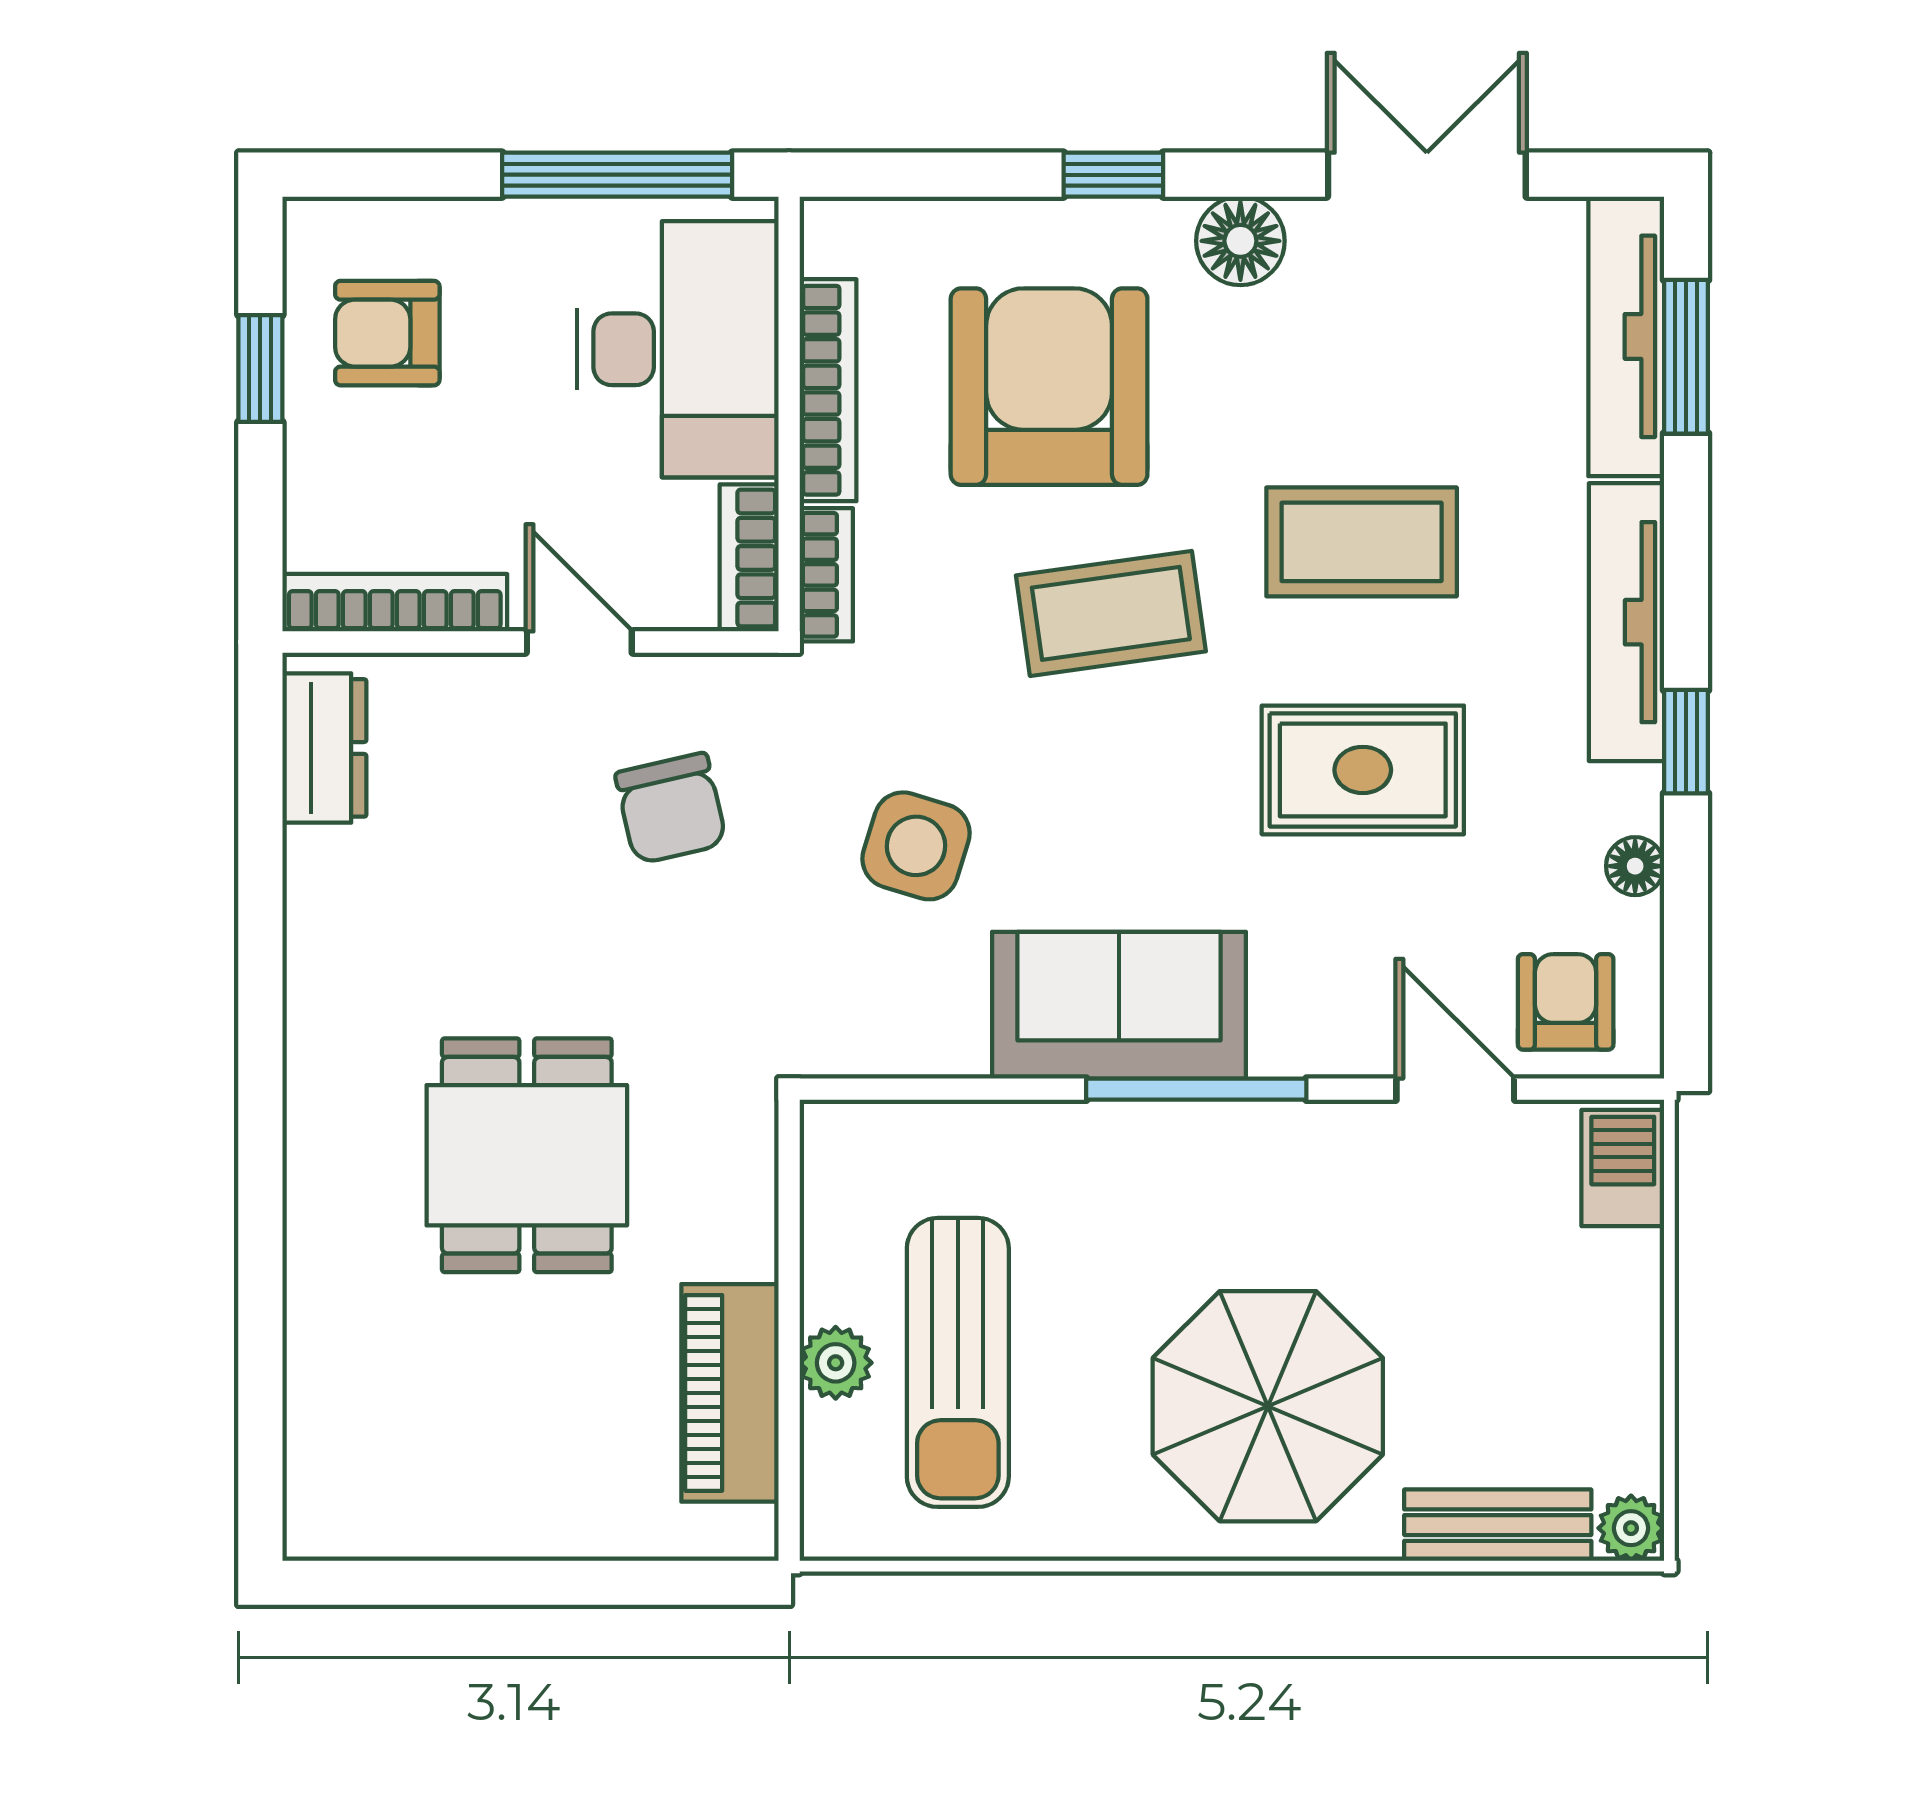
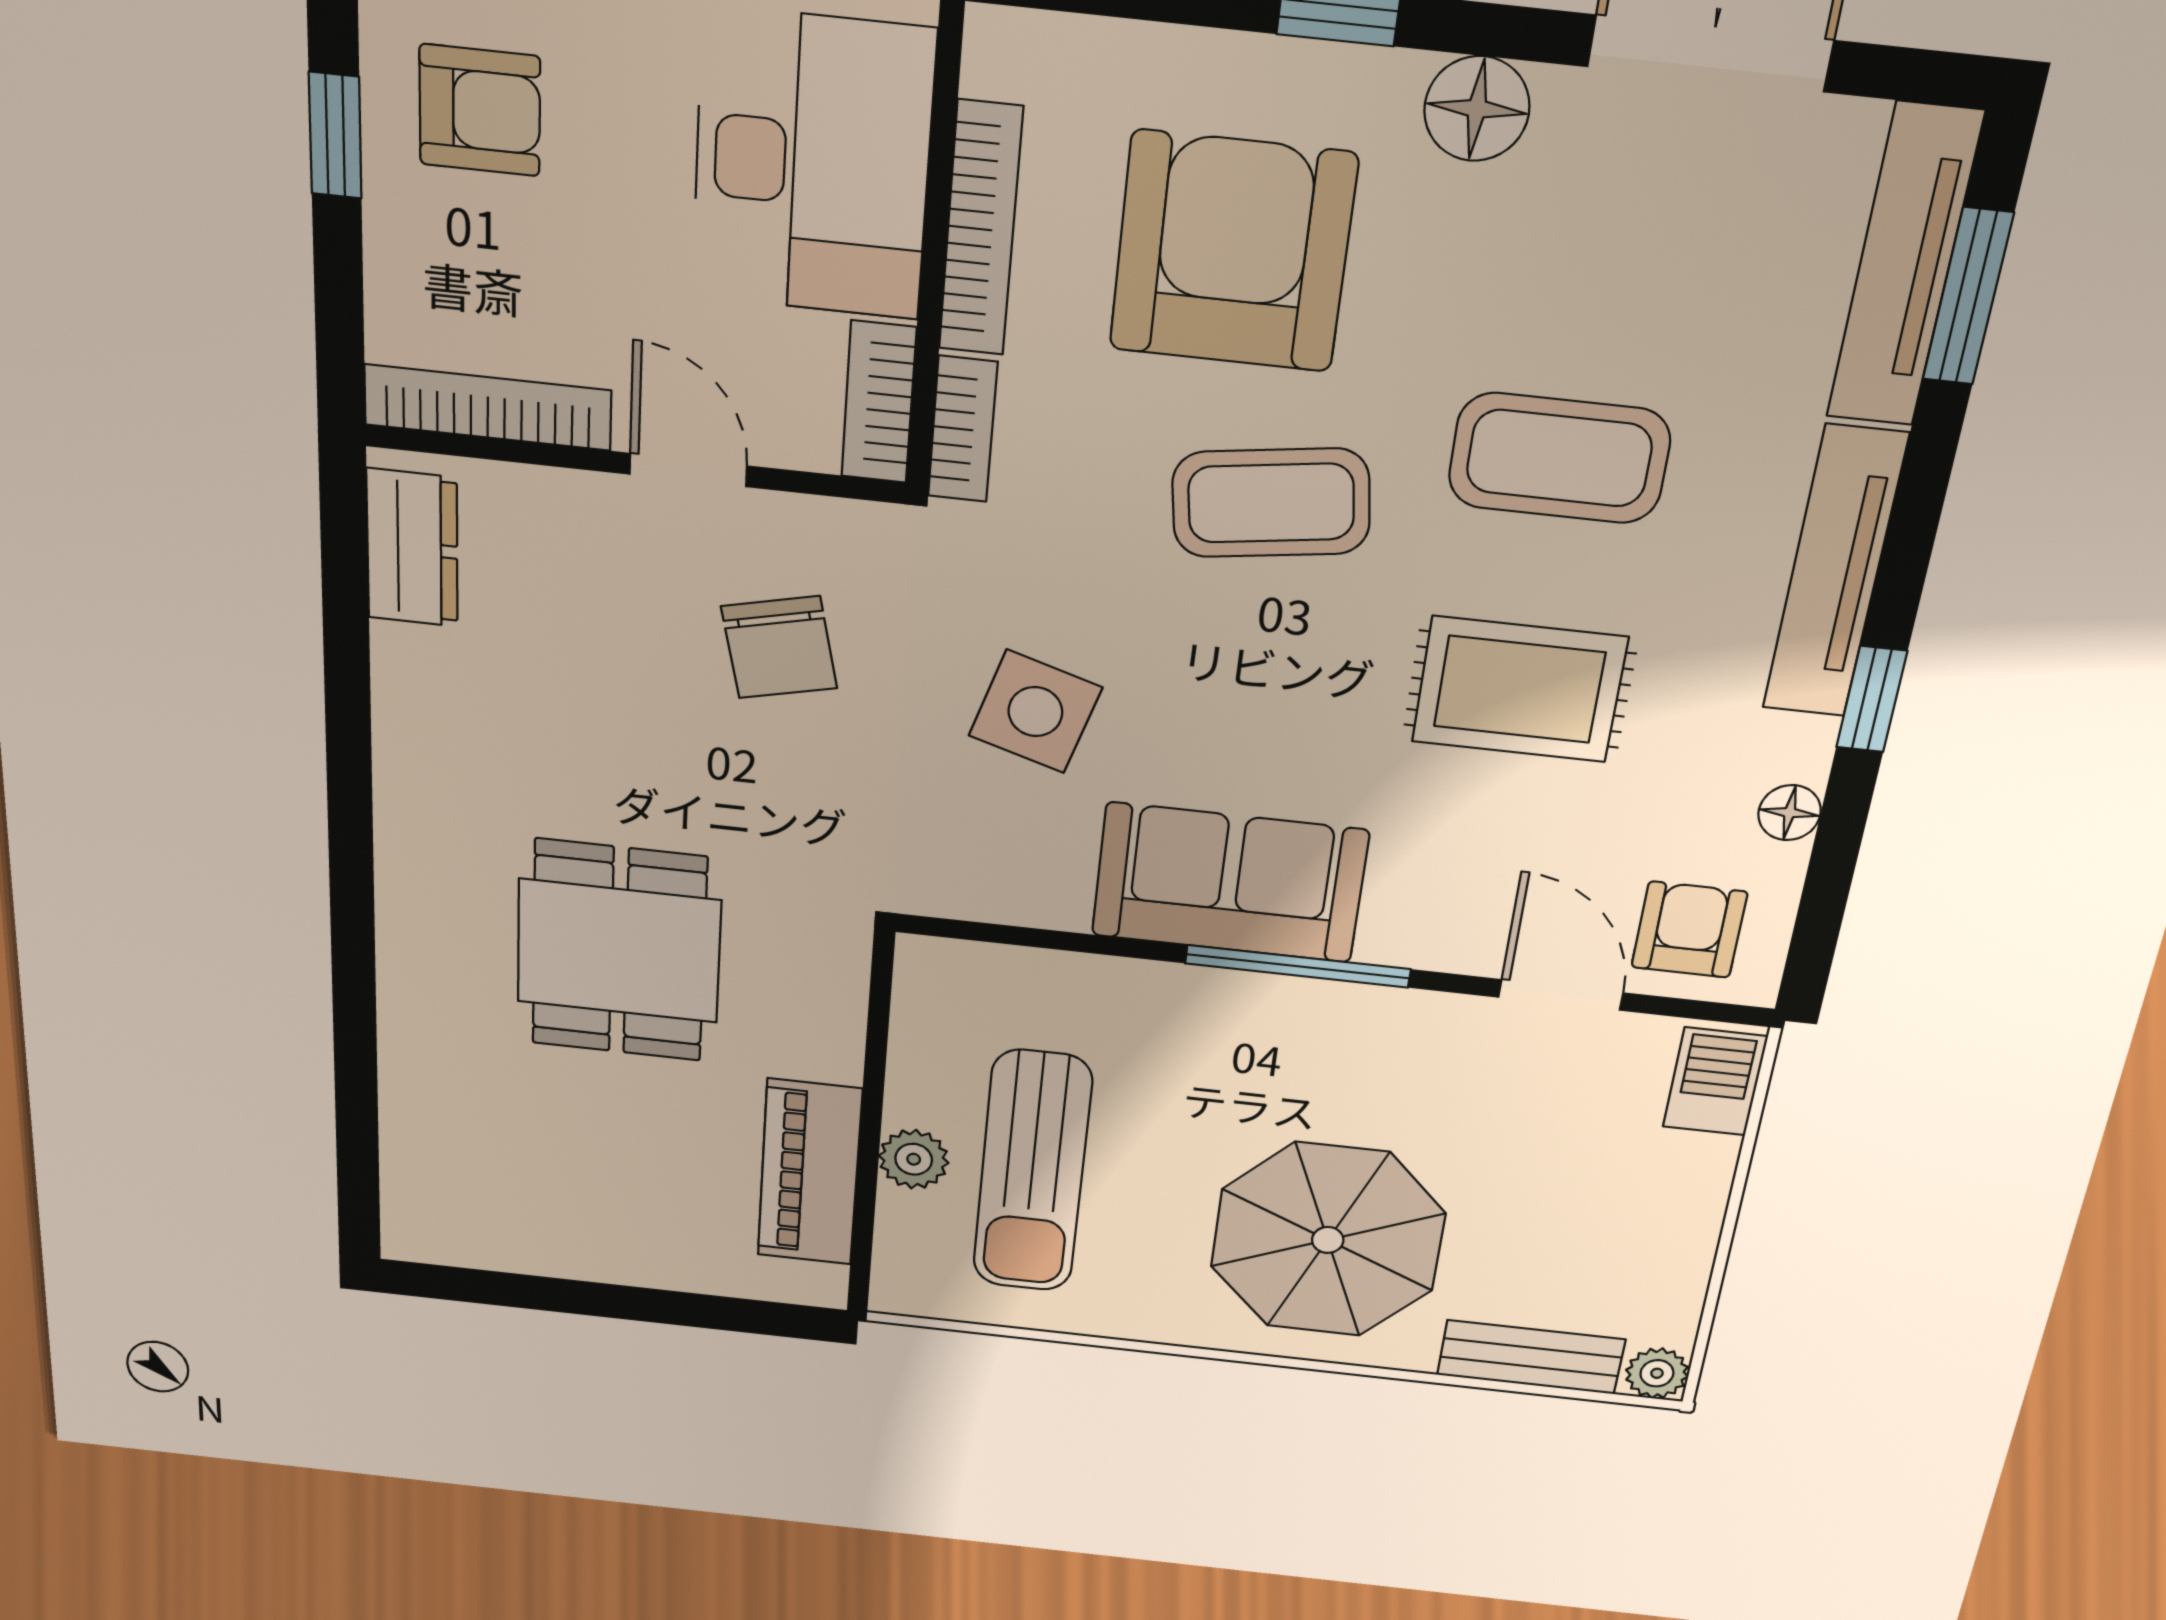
armchair: (387, 333) -> (480, 110), turned 180

